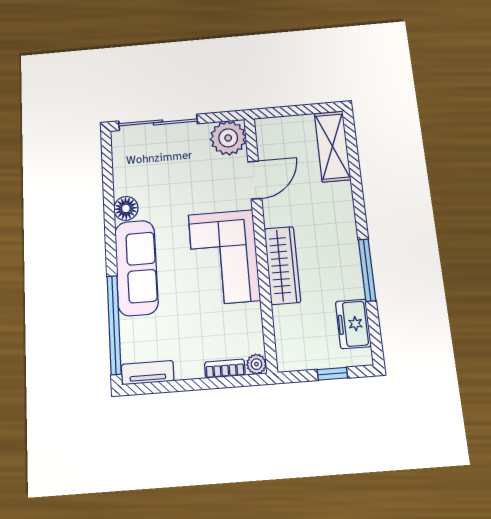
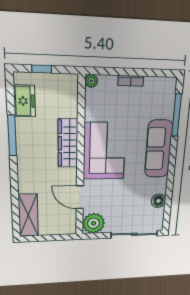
door: (255, 180) -> (80, 197), hinge flipped
floor lamp: (126, 208) -> (159, 201), moved
window: (114, 325) -> (177, 115), width x0.68
bookcase: (225, 369) -> (131, 81), moved
tv unit: (148, 373) -> (160, 83), removed

